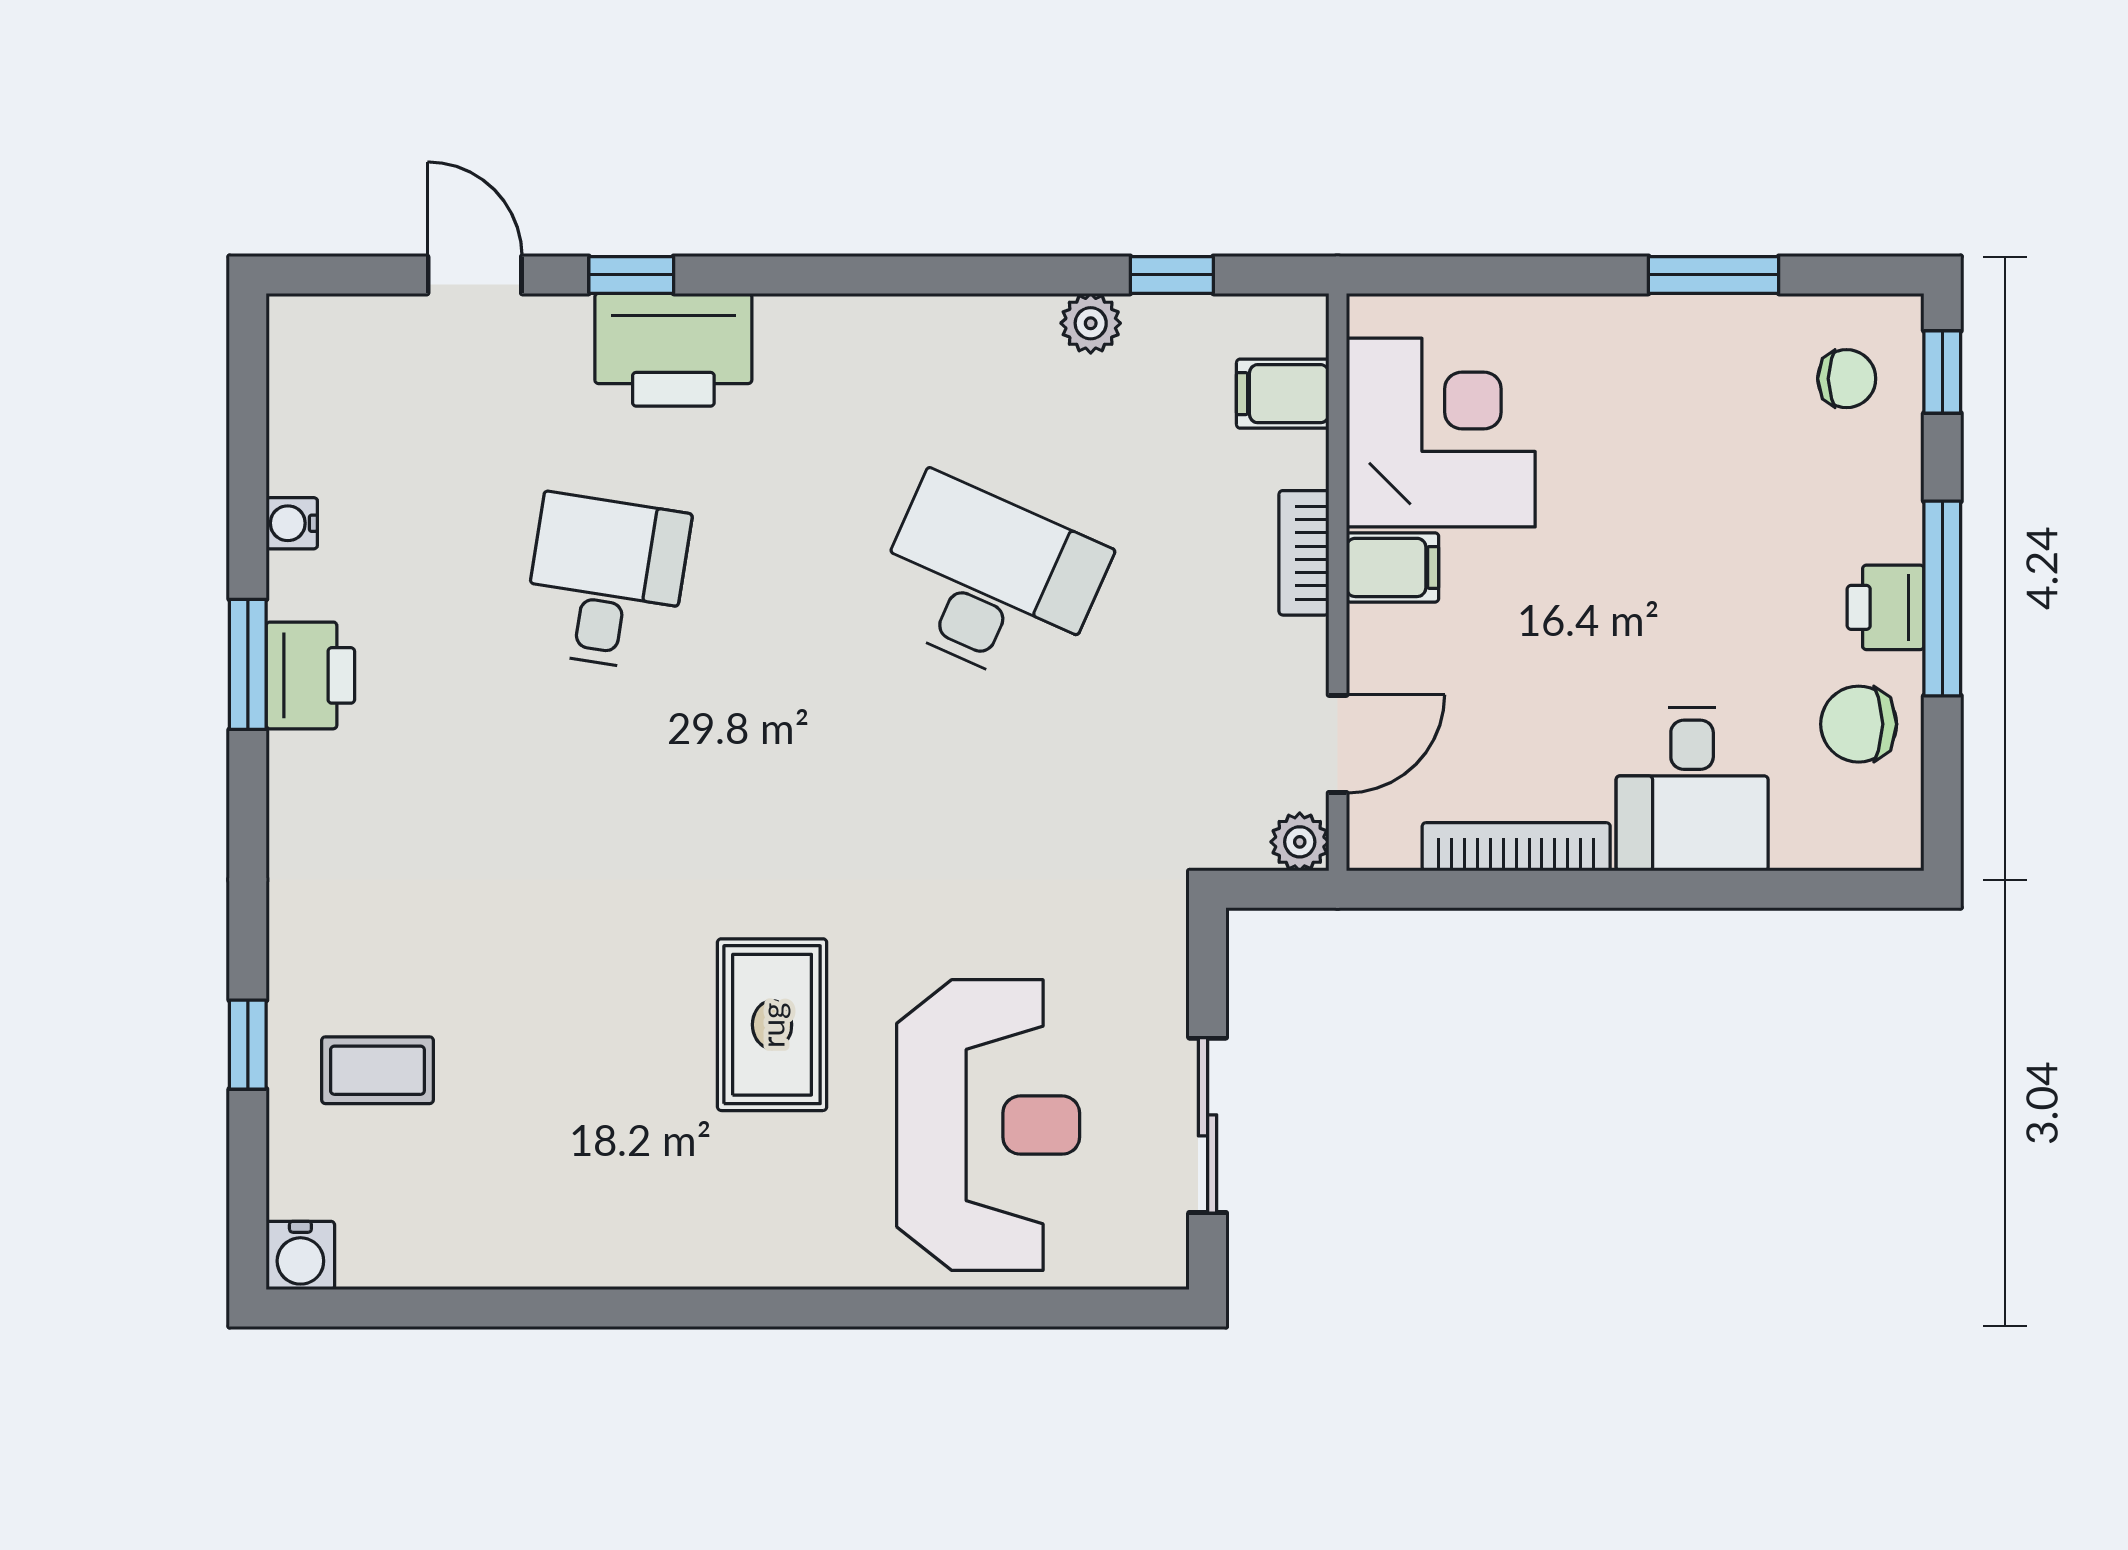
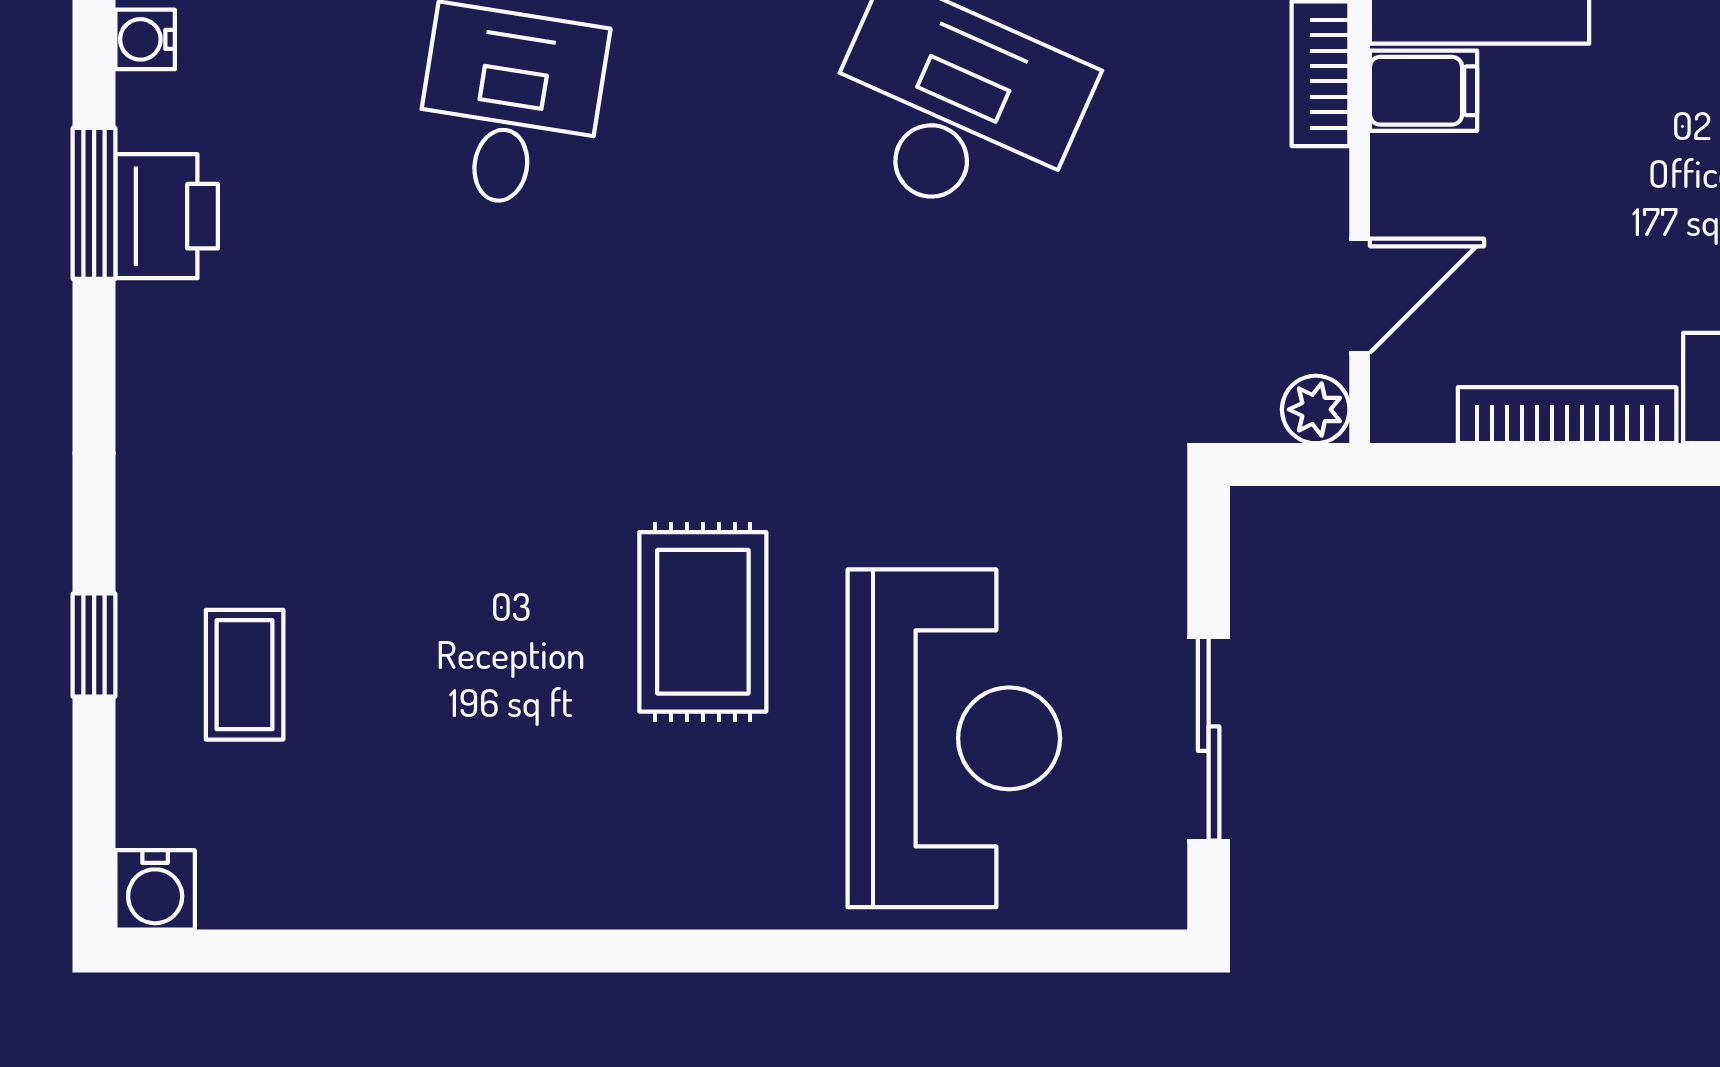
coffee table: (377, 1070) -> (245, 675), turned 90

